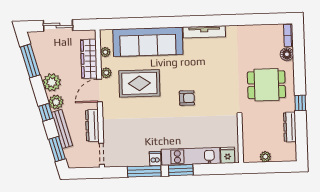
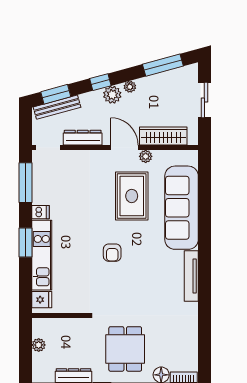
plant: (105, 52) -> (171, 156), removed
plant: (52, 82) -> (130, 87), width x0.53, depth x0.53
bench: (62, 129) -> (57, 107), moved
window: (144, 171) -> (26, 183), moved

